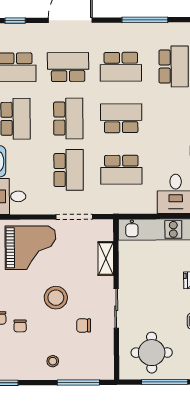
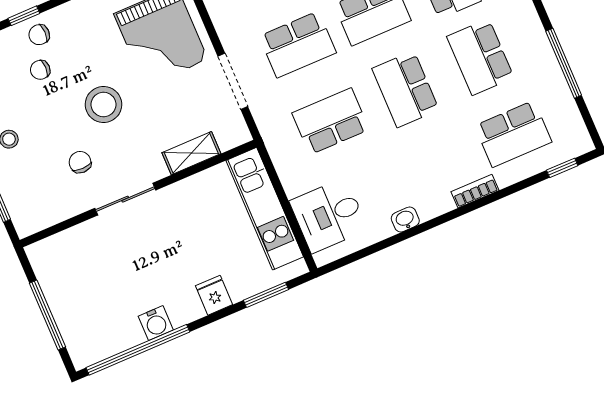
school desk: (121, 118) -> (405, 89), turned 180
school desk: (121, 170) -> (331, 121), turned 90
round table: (152, 353) -> (82, 278), removed

